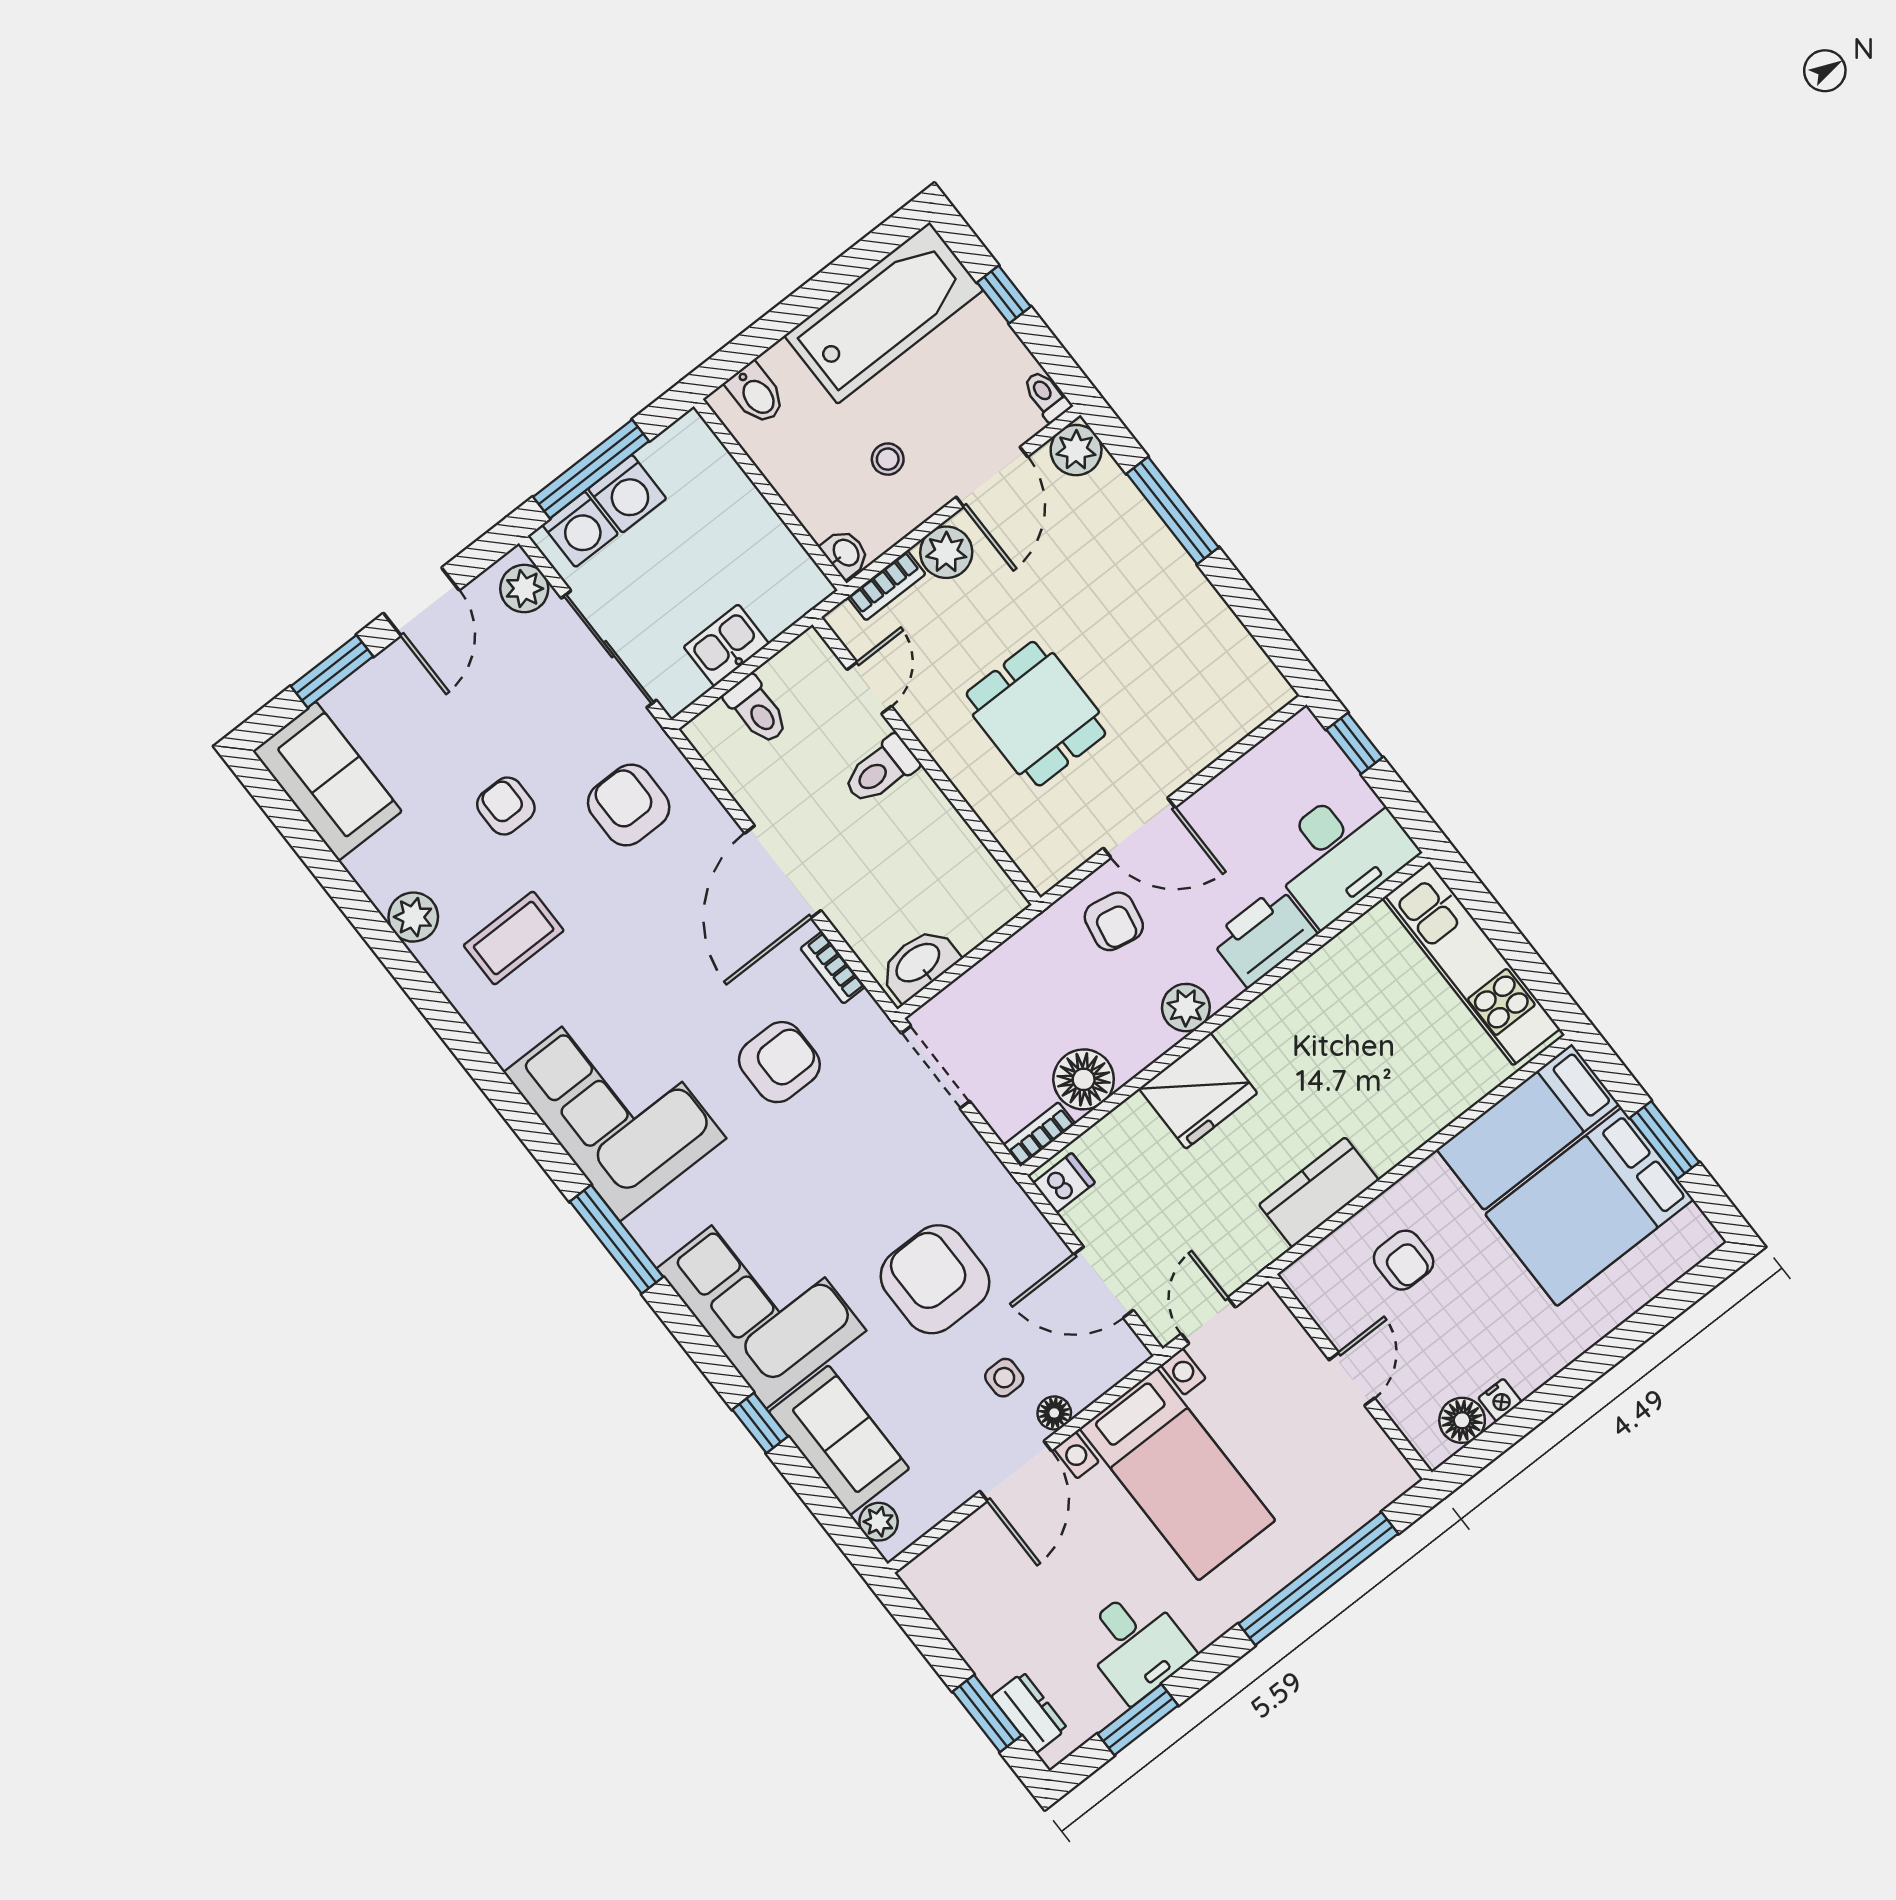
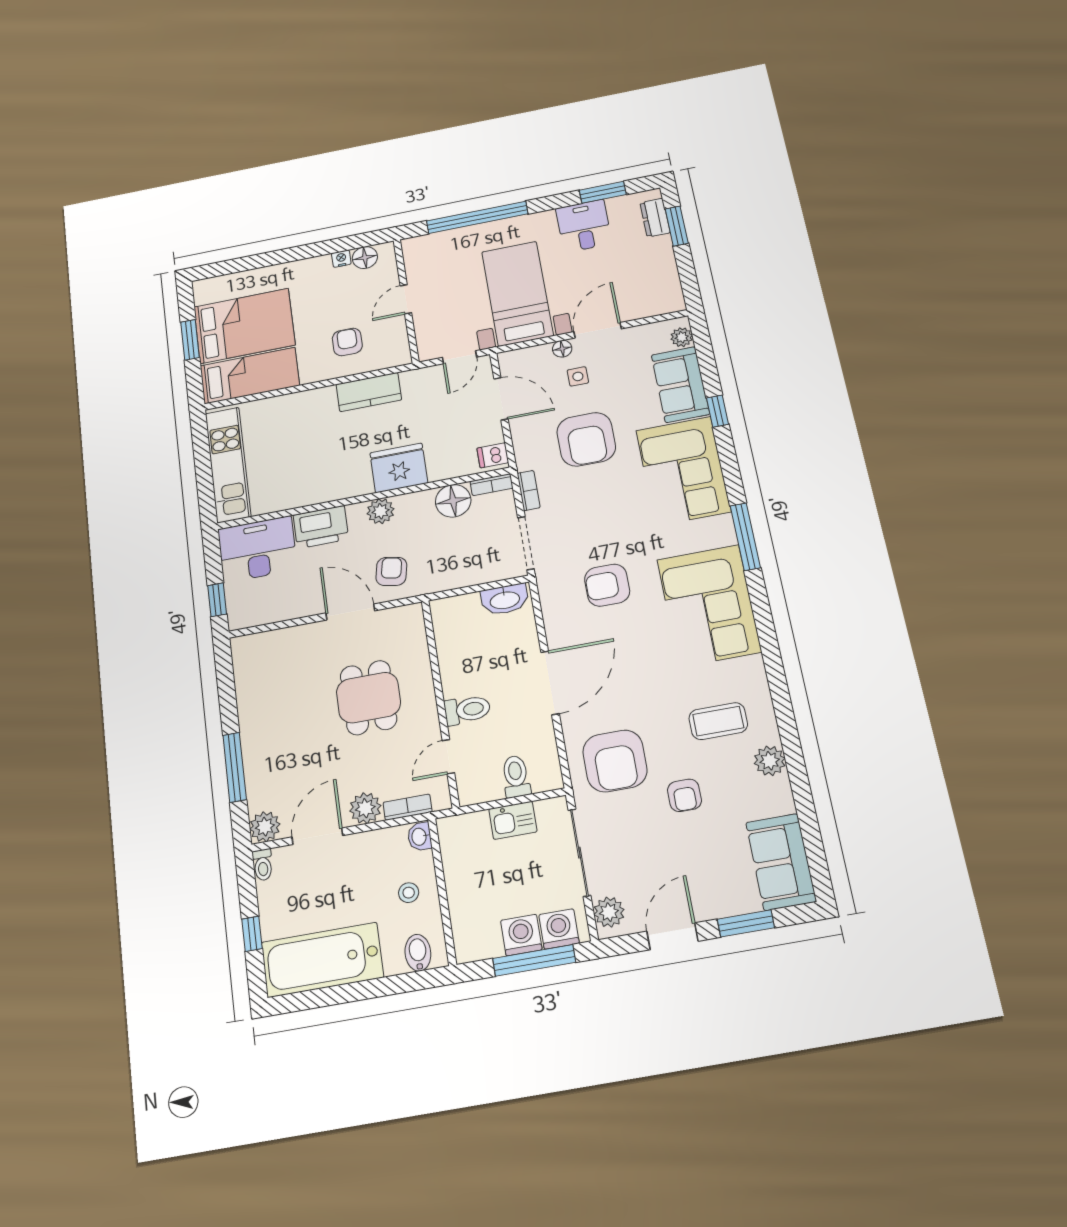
stool: (888, 459) -> (409, 893), moved
armchair: (629, 805) -> (615, 761), width x1.36, depth x1.36
bookcase: (833, 968) -> (529, 490), moved

